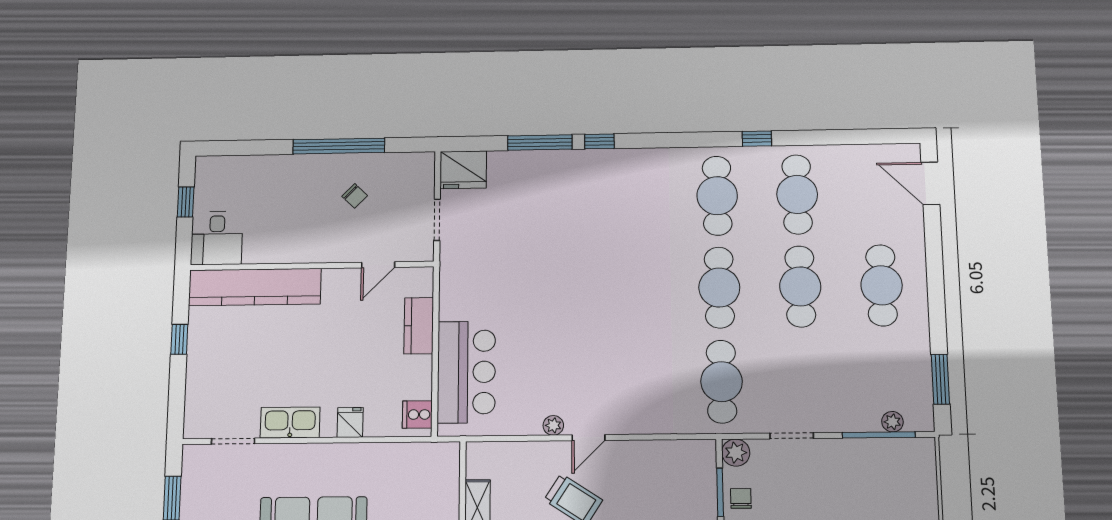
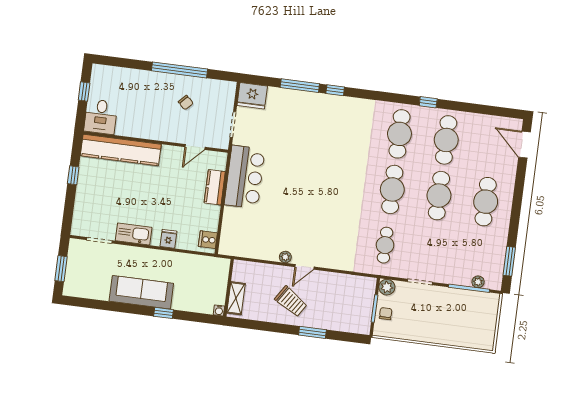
bar counter: (466, 372) -> (245, 177), moved
cafe table: (722, 382) -> (385, 245), width x0.73, depth x0.74

